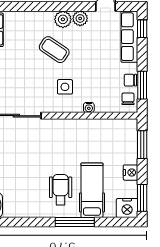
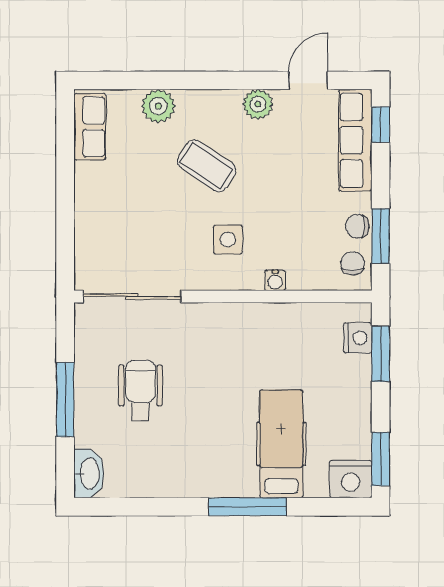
plant: (63, 19) -> (158, 106), moved
nightstand: (131, 173) -> (358, 338), moved
wheelchair: (61, 190) -> (141, 390), moved

